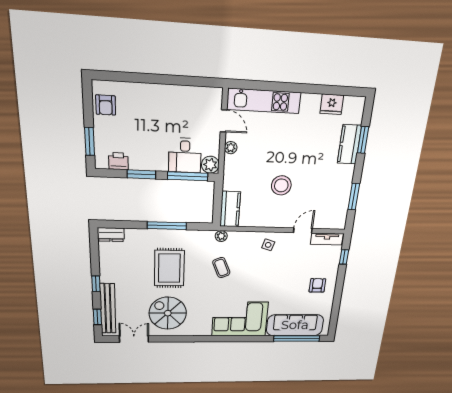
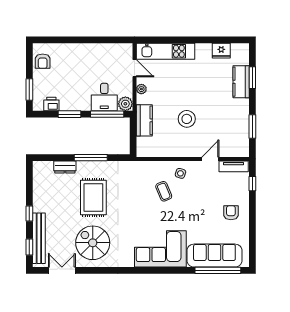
kitchen counter: (230, 209) -> (144, 120), moved
dresser: (111, 235) -> (65, 167), moved
plant: (221, 236) -> (138, 166), removed
coffee table: (221, 268) -> (164, 191), moved

